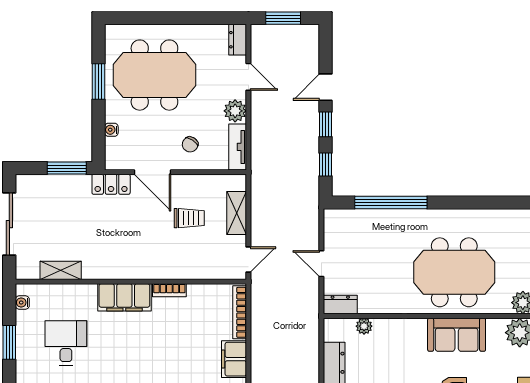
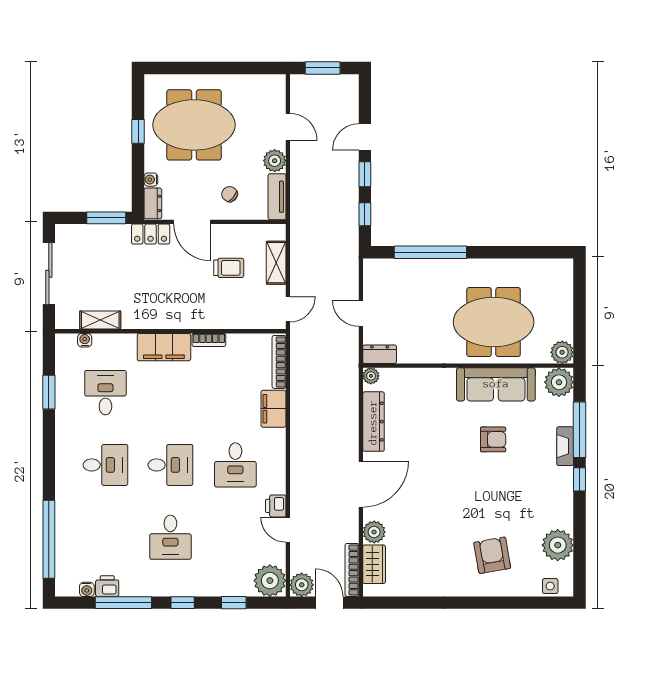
dresser: (238, 40) -> (153, 203), moved, turned 180
window: (98, 81) -> (138, 131), width x0.67
chair: (190, 144) -> (230, 194), turned 97
water cooler: (22, 303) -> (85, 340), moved, turned 90
plant: (364, 326) -> (371, 376), moved
sofa: (457, 335) -> (496, 384), width x1.36

